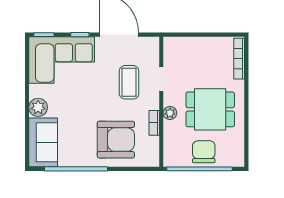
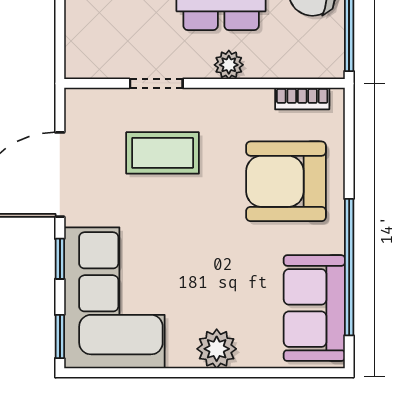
bookcase: (154, 123) -> (302, 99), moved
armchair: (116, 140) -> (286, 181), turned -90
sofa: (43, 142) -> (314, 308), moved, turned -90

